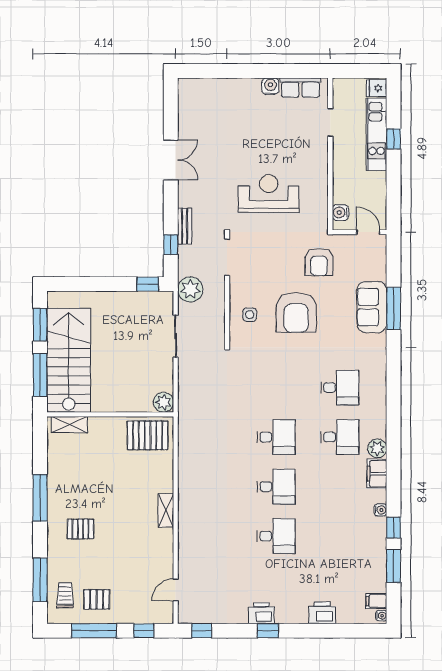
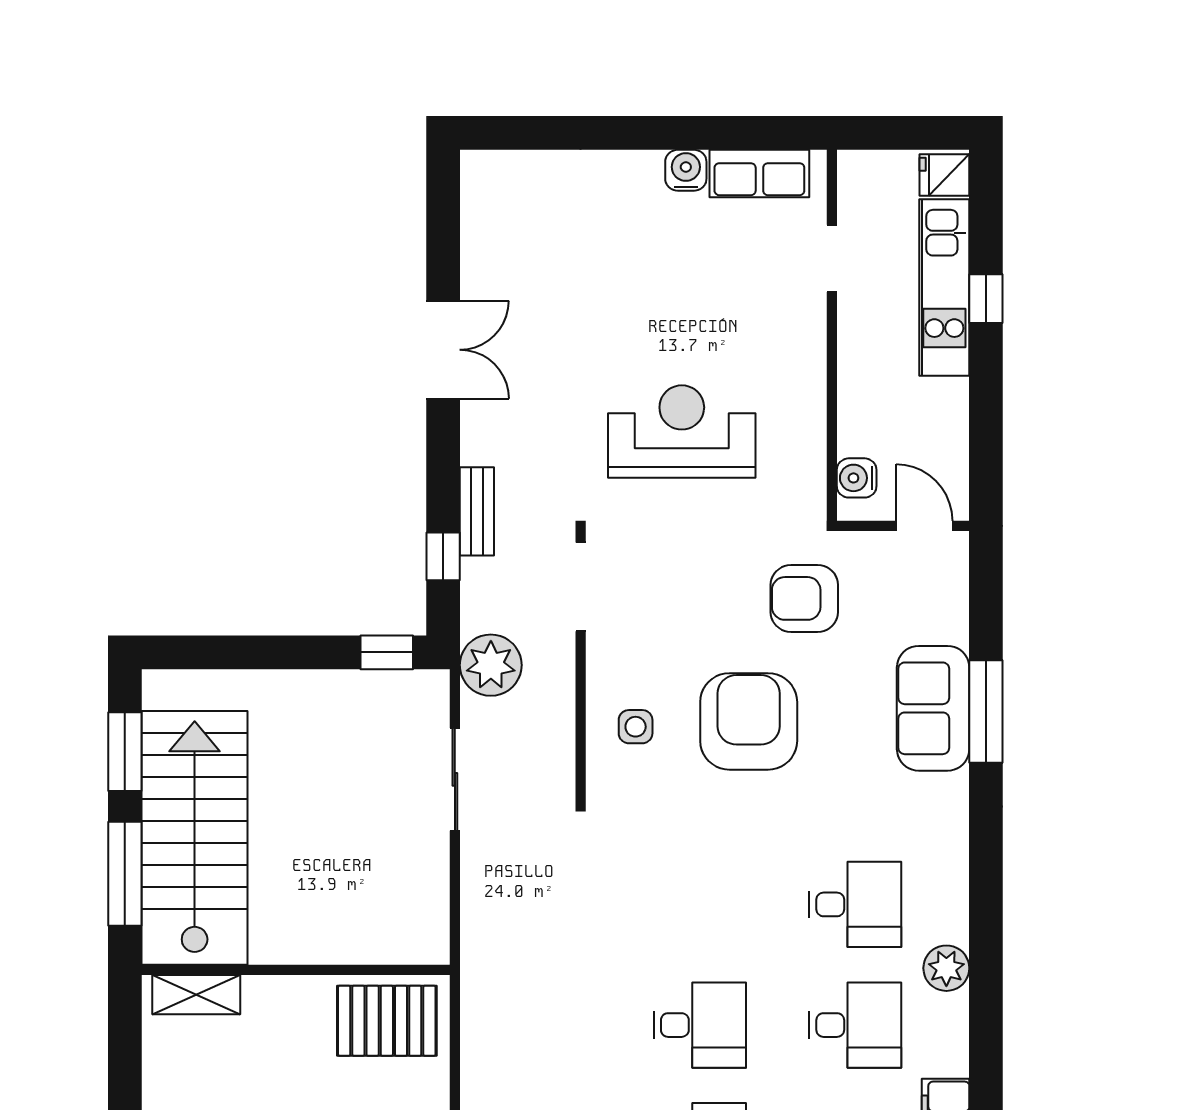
armchair: (319, 262) -> (804, 598), turned 90
armchair: (296, 312) -> (749, 721), turned 180
plant: (163, 402) -> (425, 940), removed
plant: (377, 448) -> (946, 968), moved

